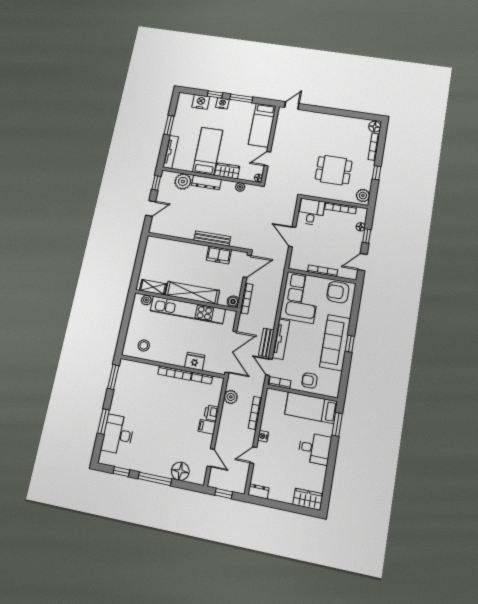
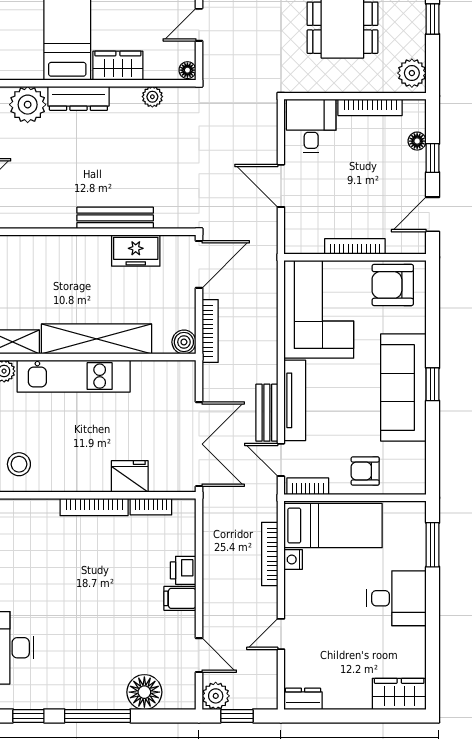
kitchen unit: (188, 310) -> (74, 376), width x0.73
plant: (231, 397) -> (216, 696), moved
bed: (311, 408) -> (333, 526), moved, turned 180
nightstand: (263, 436) -> (293, 559), moved

